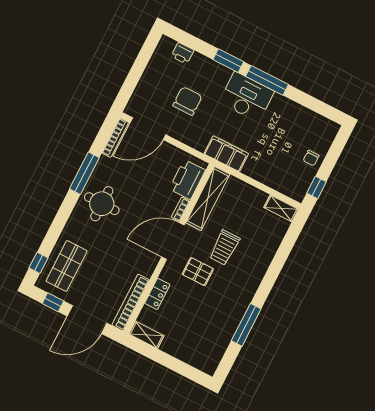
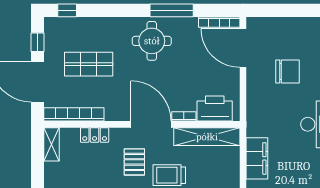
filing cabinet: (226, 154) -> (257, 158), moved
shop shelf: (67, 266) -> (89, 64), moved

